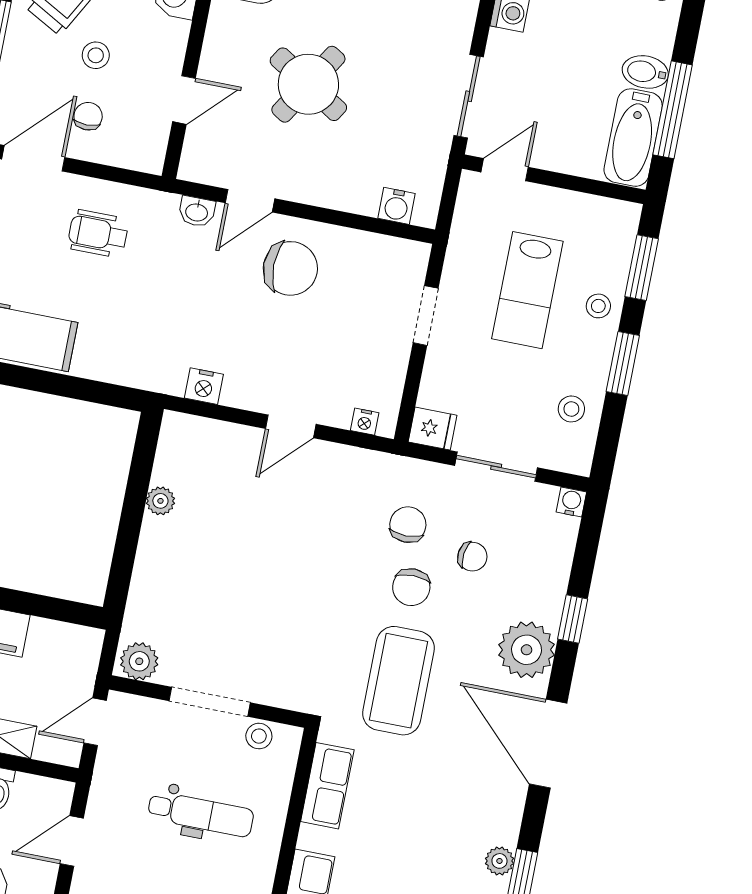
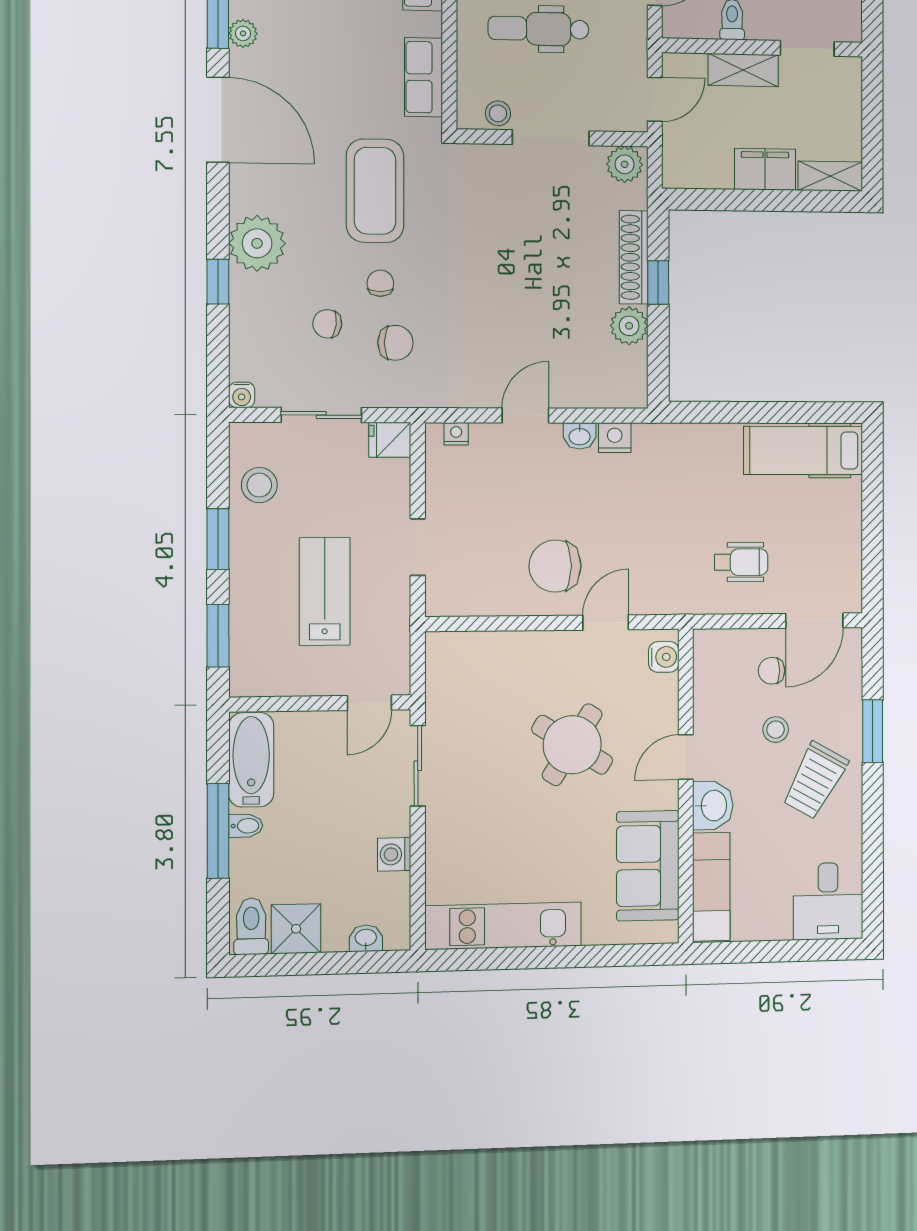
bidet: (645, 72) -> (246, 826), width x0.72, depth x0.74
door: (184, 100) -> (686, 757), moved
window: (673, 110) -> (218, 831), moved
chair: (88, 116) -> (772, 671), turned 90
water cooler: (397, 206) -> (664, 657), moved, turned 90
washbasin: (197, 212) -> (580, 436), moved, turned 180
stool: (598, 306) -> (253, 590), removed
stool: (571, 409) -> (259, 485), width x1.37, depth x1.37
plant: (160, 501) -> (629, 326), width x1.38, depth x1.38
chair: (408, 525) -> (395, 343), turned -90
window: (128, 535) -> (658, 283), added
shoe rack: (148, 565) -> (634, 257), added
chair: (411, 587) -> (380, 283), width x0.73, depth x0.73
door: (548, 744) -> (218, 120), moved

